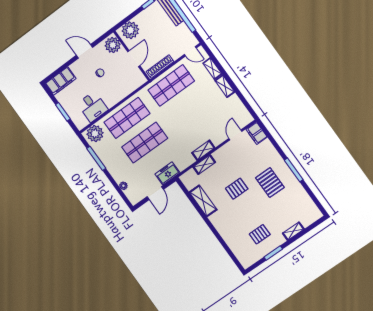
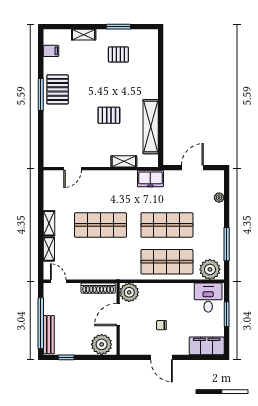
plant: (113, 45) -> (129, 292), moved
shop shelf: (171, 86) -> (100, 225), moved
desk: (93, 107) -> (208, 298), moved
filing cabinet: (257, 133) -> (51, 51), moved, width x0.50
shelving: (203, 150) -> (115, 176), removed
freezer: (167, 173) -> (150, 179), moved
pallet: (270, 183) -> (58, 89), moved
shelving: (203, 201) -> (151, 127), width x1.47

